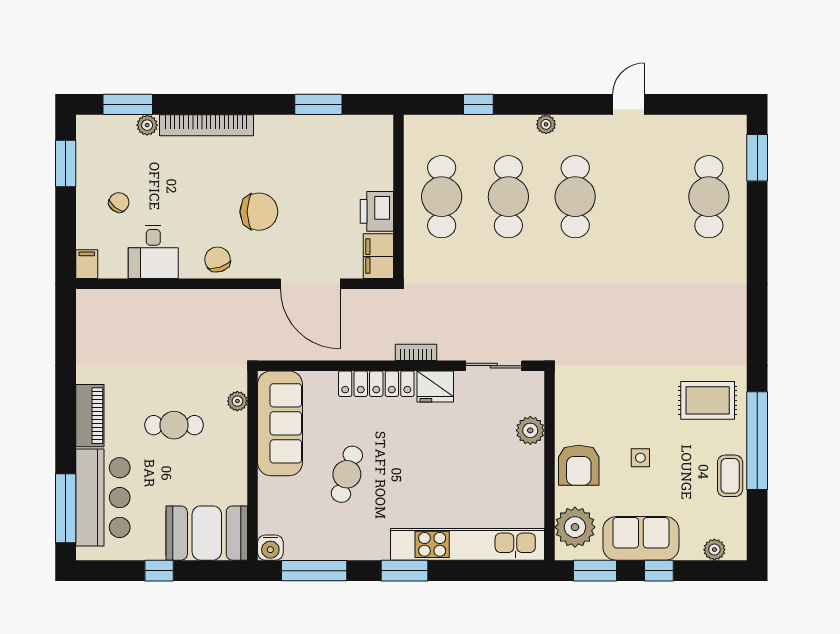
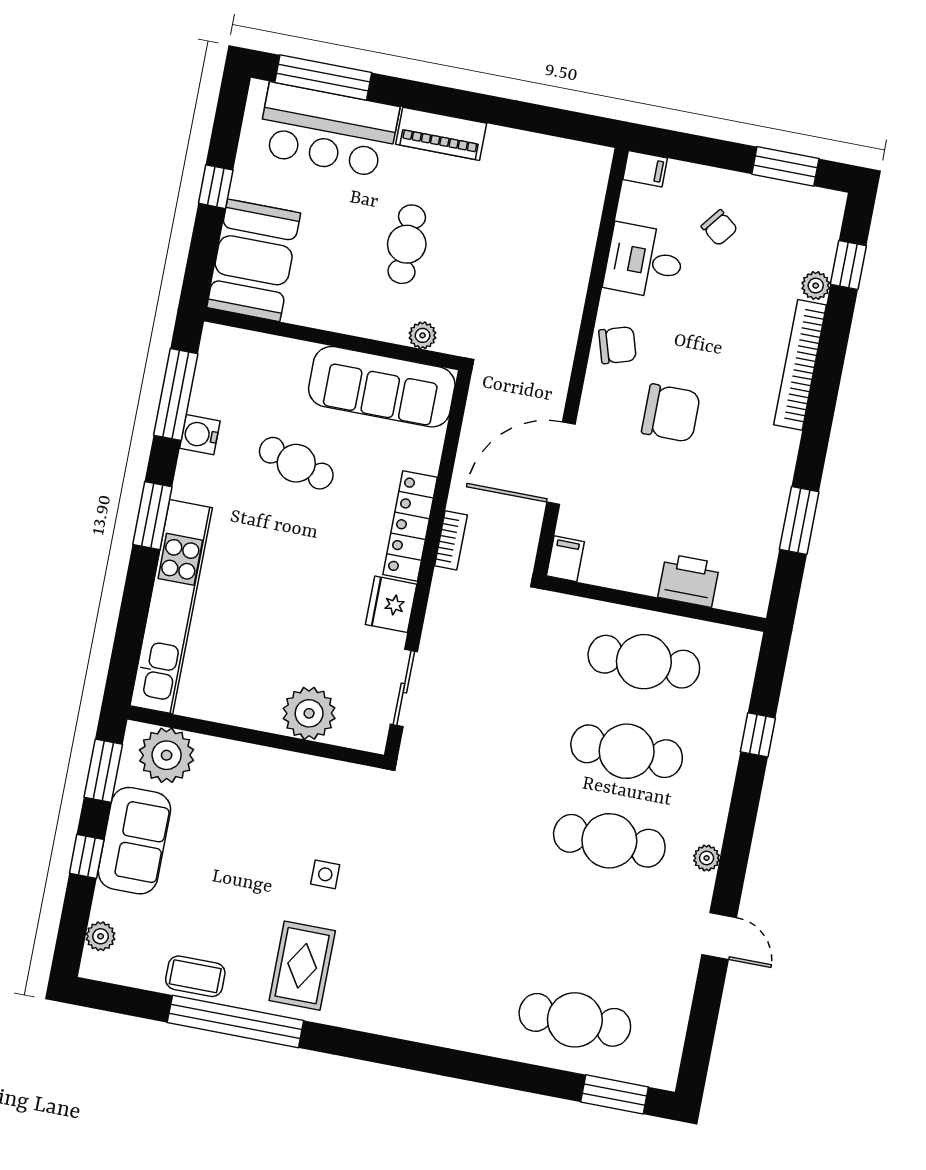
window: (128, 104) -> (848, 265), width x0.67
plant: (546, 124) -> (707, 858), moved
printer: (377, 211) -> (689, 580), moved
chair: (259, 212) -> (671, 413), turned -90
filing cabinet: (378, 256) -> (565, 559), width x0.50
bookcase: (416, 352) -> (451, 540), moved
plant: (530, 430) -> (309, 713), width x1.36, depth x1.36
side table: (640, 458) -> (325, 874), moved
armchair: (579, 465) -> (249, 776), removed
water cooler: (270, 548) -> (200, 435), moved

